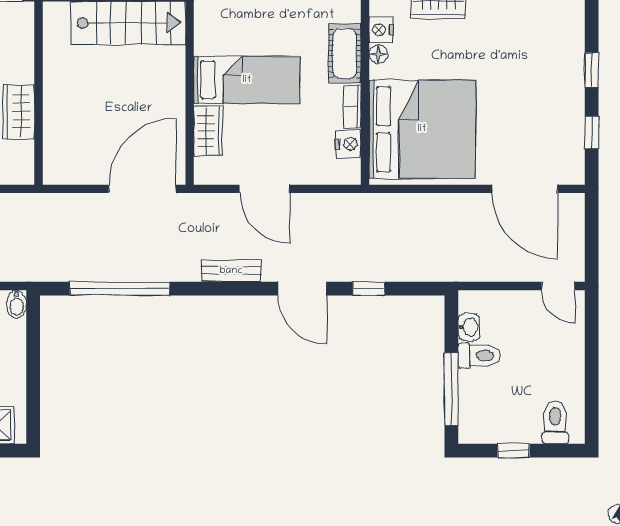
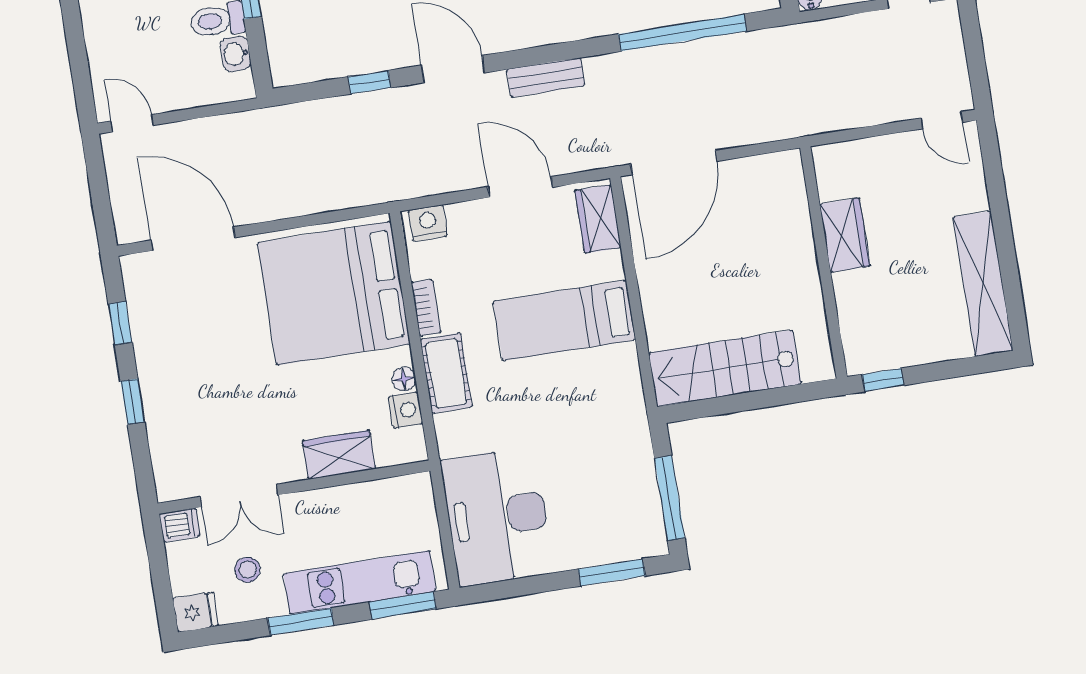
wardrobe: (208, 131) -> (598, 219), moved
nightstand: (348, 144) -> (428, 223), moved, turned 90

